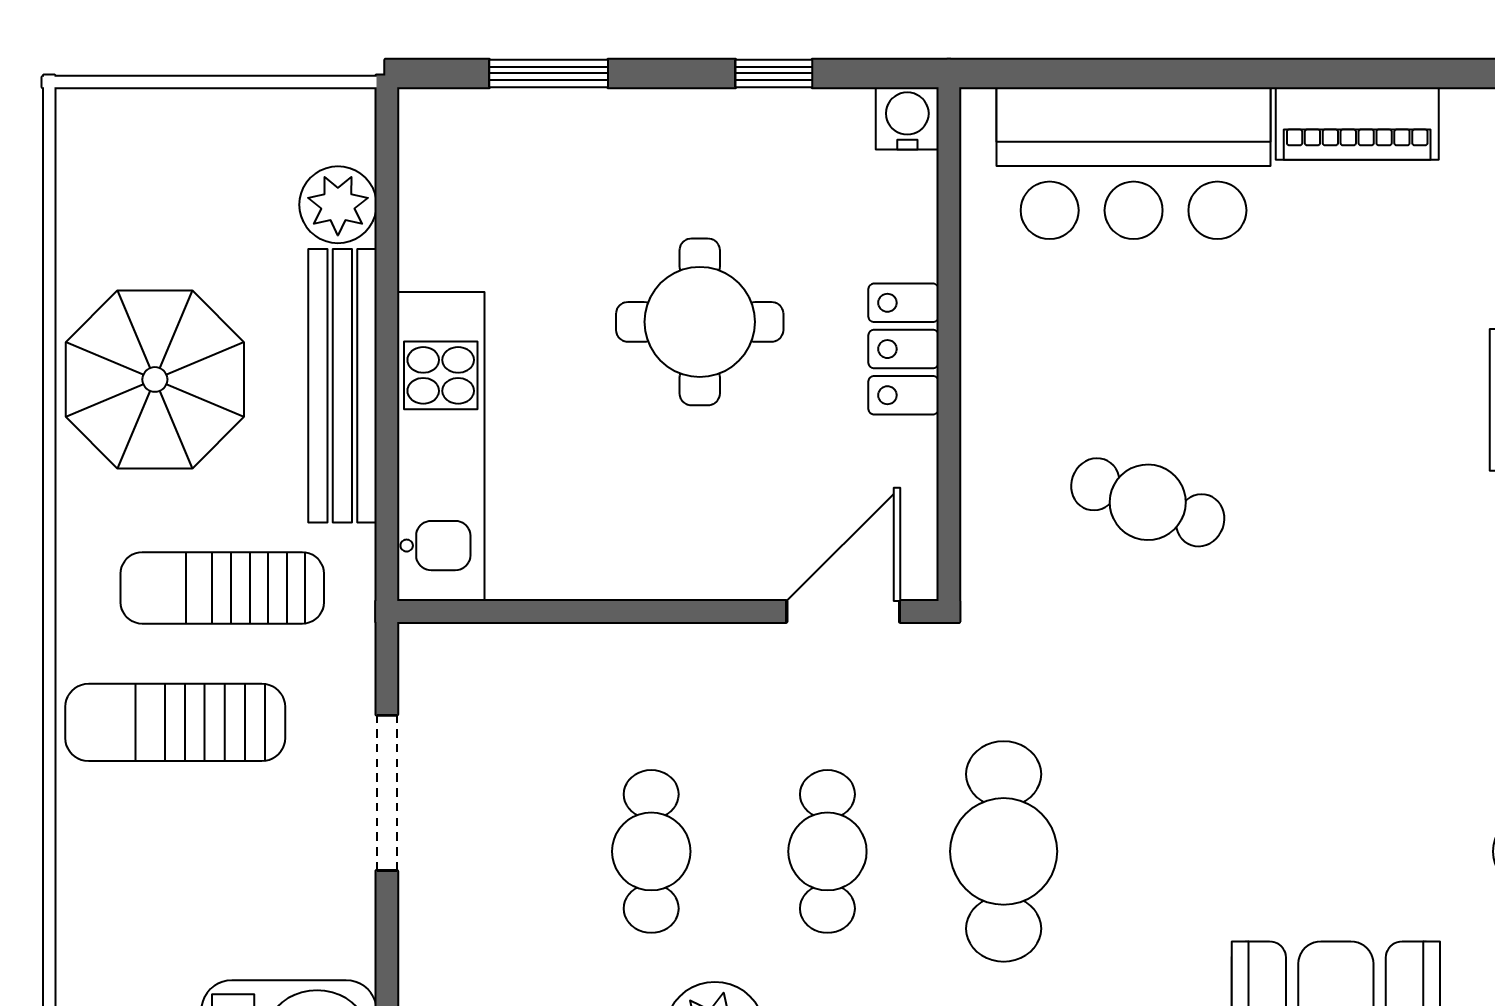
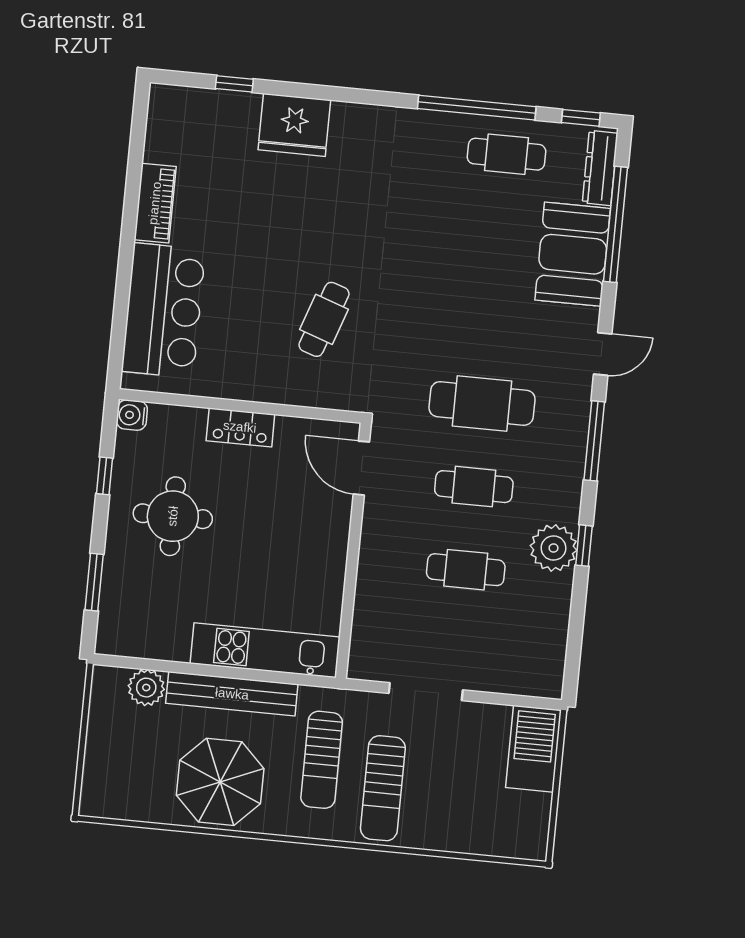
round table: (700, 322) -> (173, 516), moved

